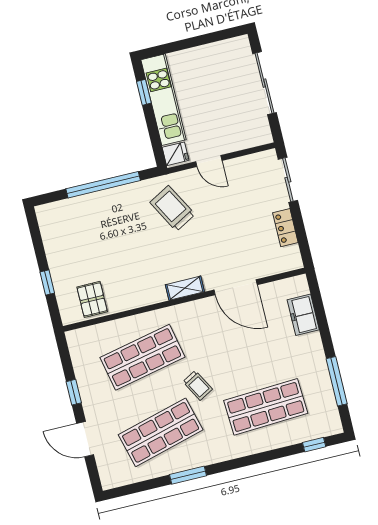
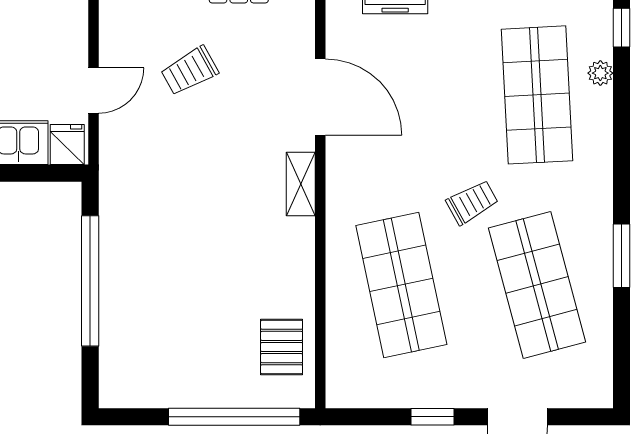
trolley: (172, 208) -> (190, 71), moved, width x0.73, depth x0.72
window: (47, 282) -> (234, 417), width x3.17
door: (236, 287) -> (320, 97), hinge flipped
pallet: (92, 299) -> (282, 347), turned 90
plant: (286, 439) -> (600, 73), added

